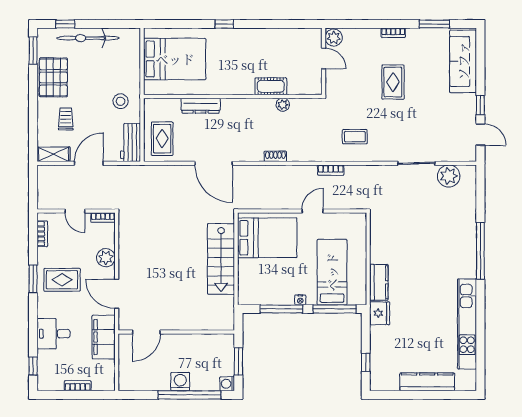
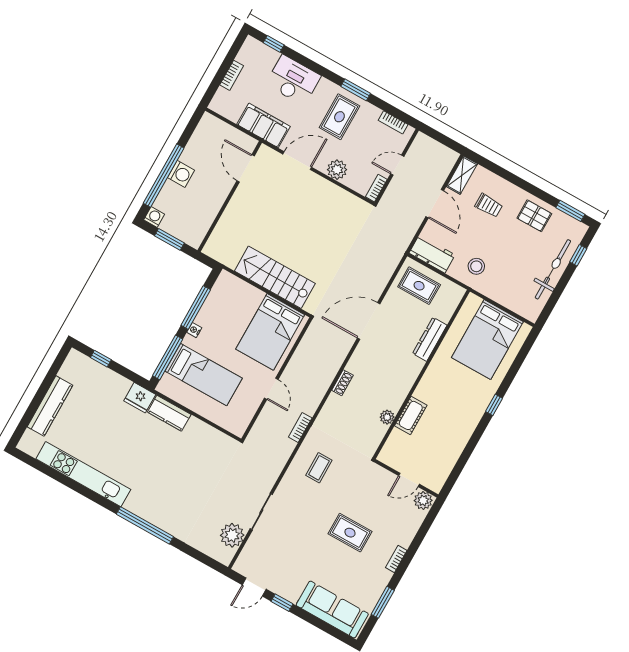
pallet: (53, 77) -> (534, 216), width x0.67, depth x0.71
desk: (53, 334) -> (293, 80), width x1.37

